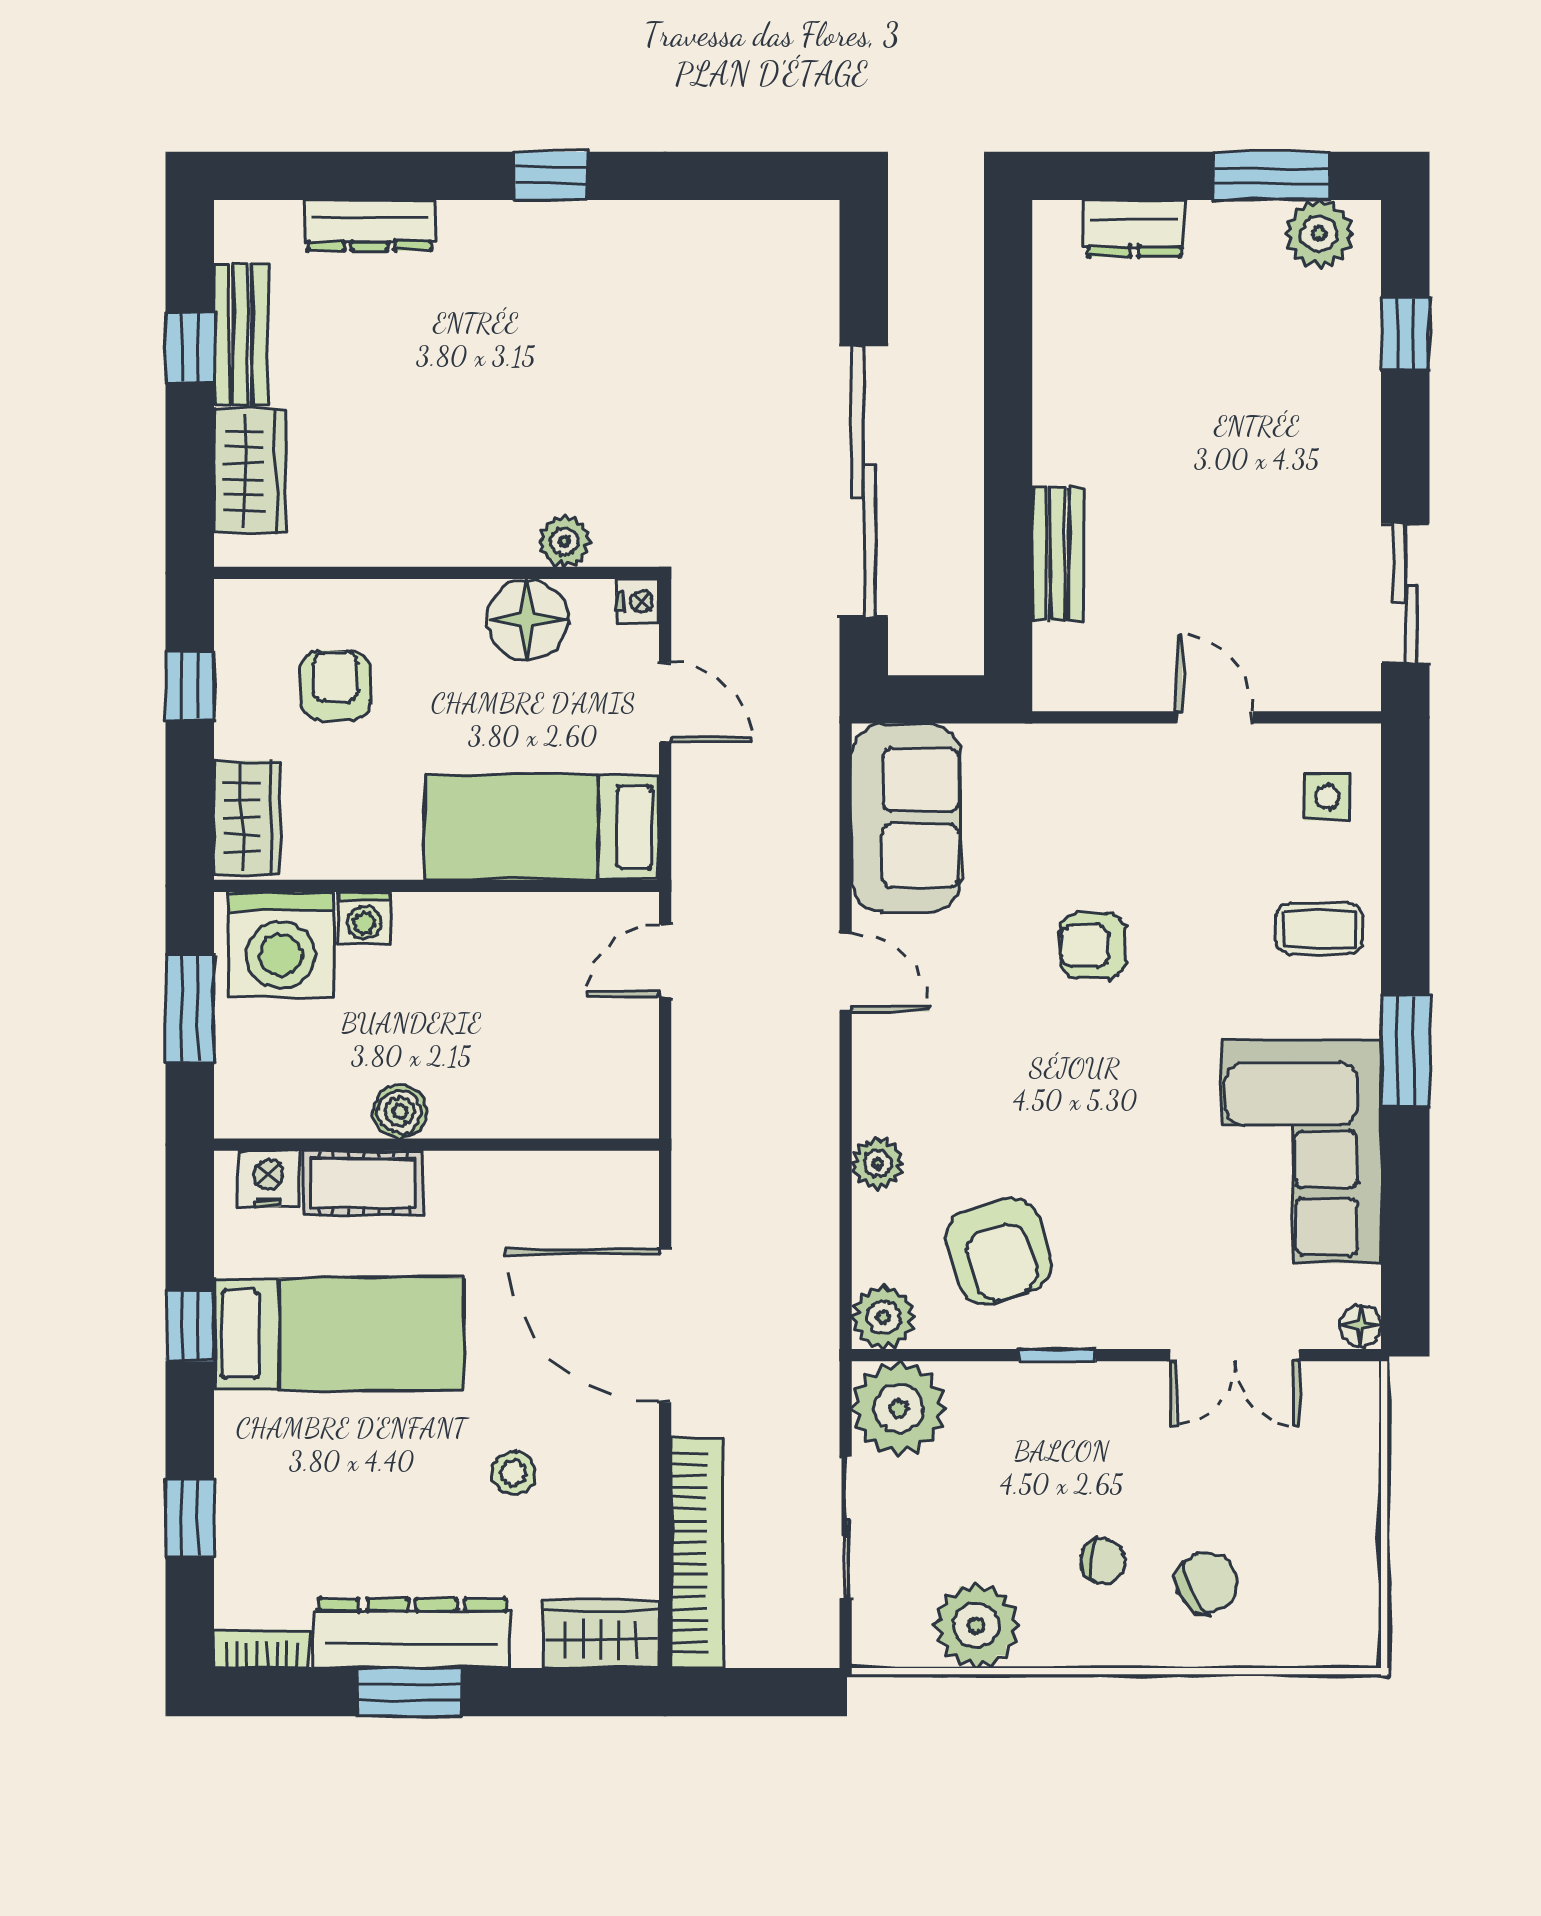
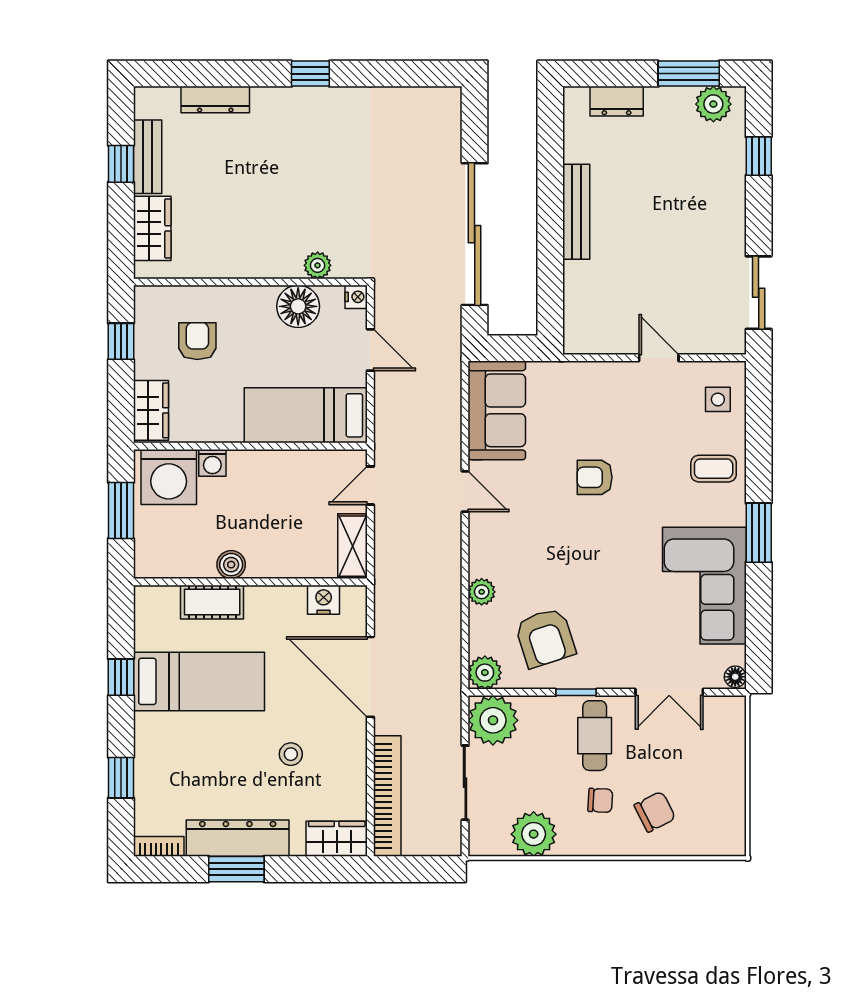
bench: (1058, 554) -> (576, 212), moved, width x1.36
shelving: (631, 1077) -> (353, 546), added
nightstand: (269, 1178) -> (324, 600), moved
cafe table: (1093, 1438) -> (595, 736), added

